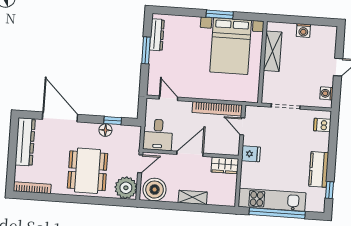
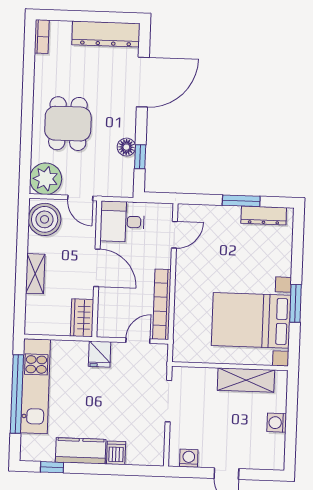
dishwasher: (322, 125) -> (116, 453), moved
dining table: (87, 171) -> (68, 124), width x0.73
bookcase: (32, 188) -> (42, 37), width x0.64

